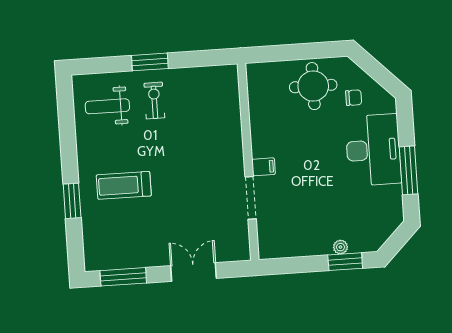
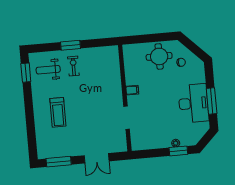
desk: (373, 150) -> (193, 103), moved
filing cabinet: (264, 167) -> (132, 90), moved
treadmill: (124, 185) -> (58, 112), turned -90
window: (72, 201) -> (26, 73), moved
double door: (194, 272) -> (97, 158), swing flipped

